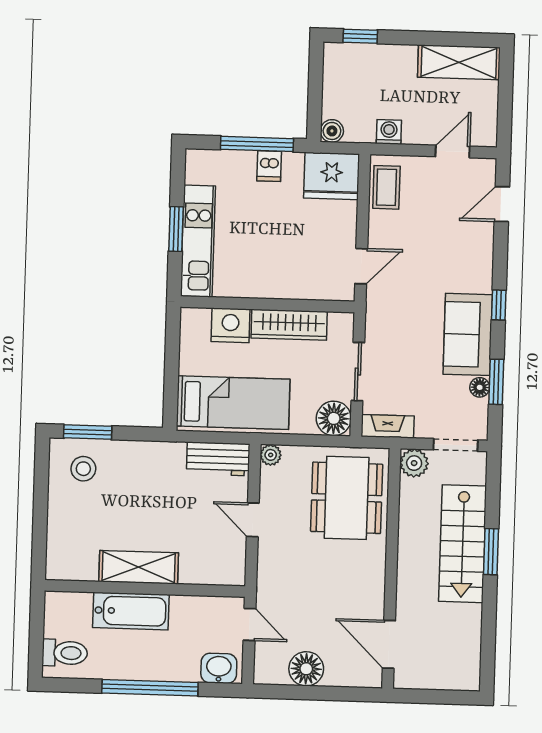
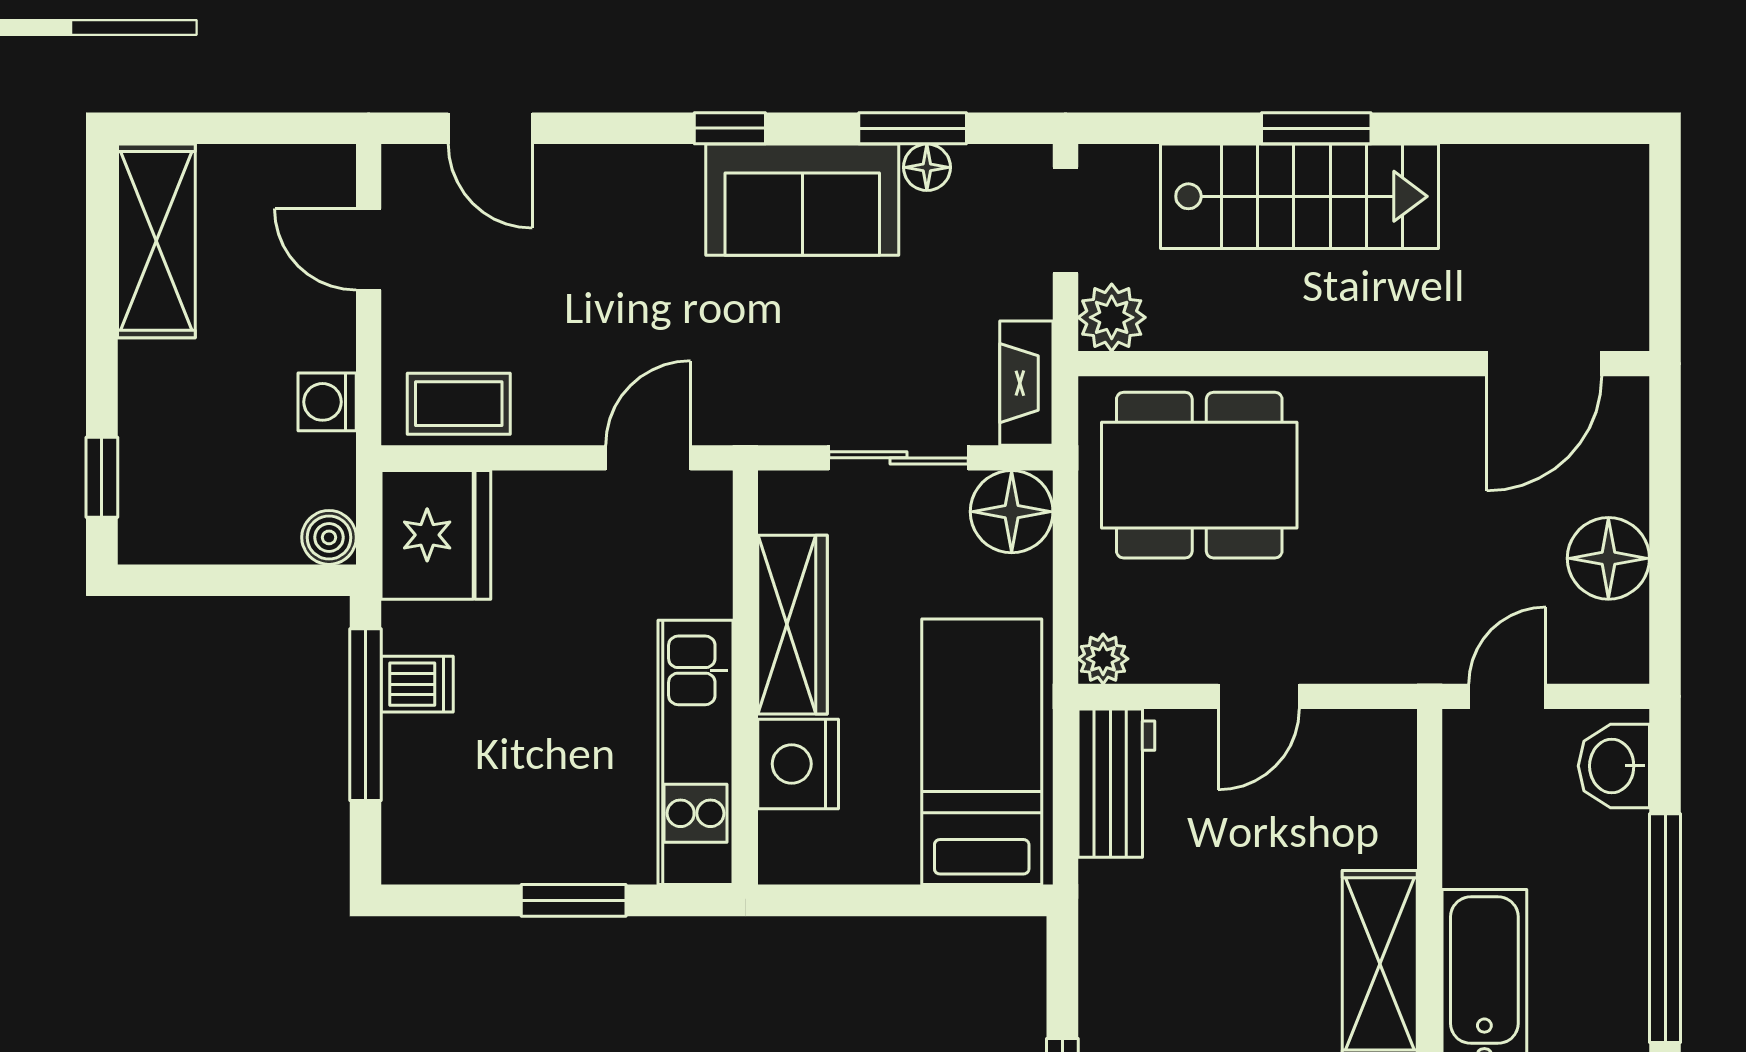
kitchen unit: (198, 241) -> (695, 752), moved, turned -90
door: (361, 266) -> (648, 458), hinge flipped

